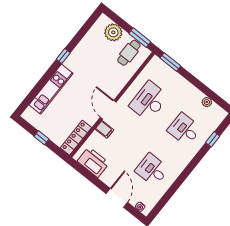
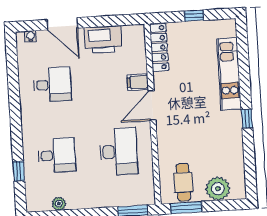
door: (108, 110) -> (152, 105), swing flipped
printer: (93, 162) -> (103, 39), moved

